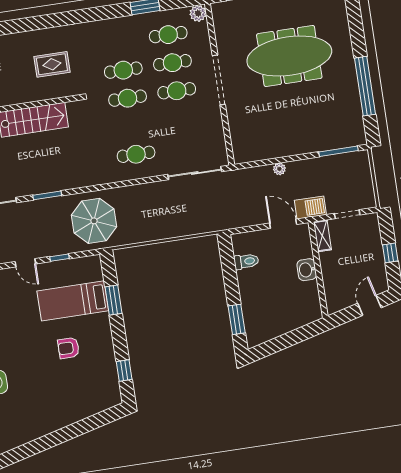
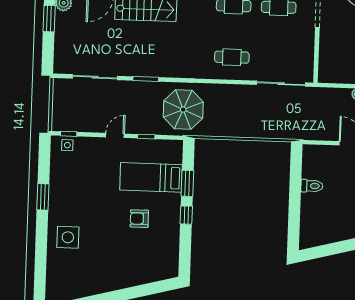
toilet: (246, 261) -> (312, 186), moved
door: (25, 263) -> (115, 135), swing flipped
window: (237, 319) -> (294, 221), removed
window: (124, 370) -> (186, 215), moved

